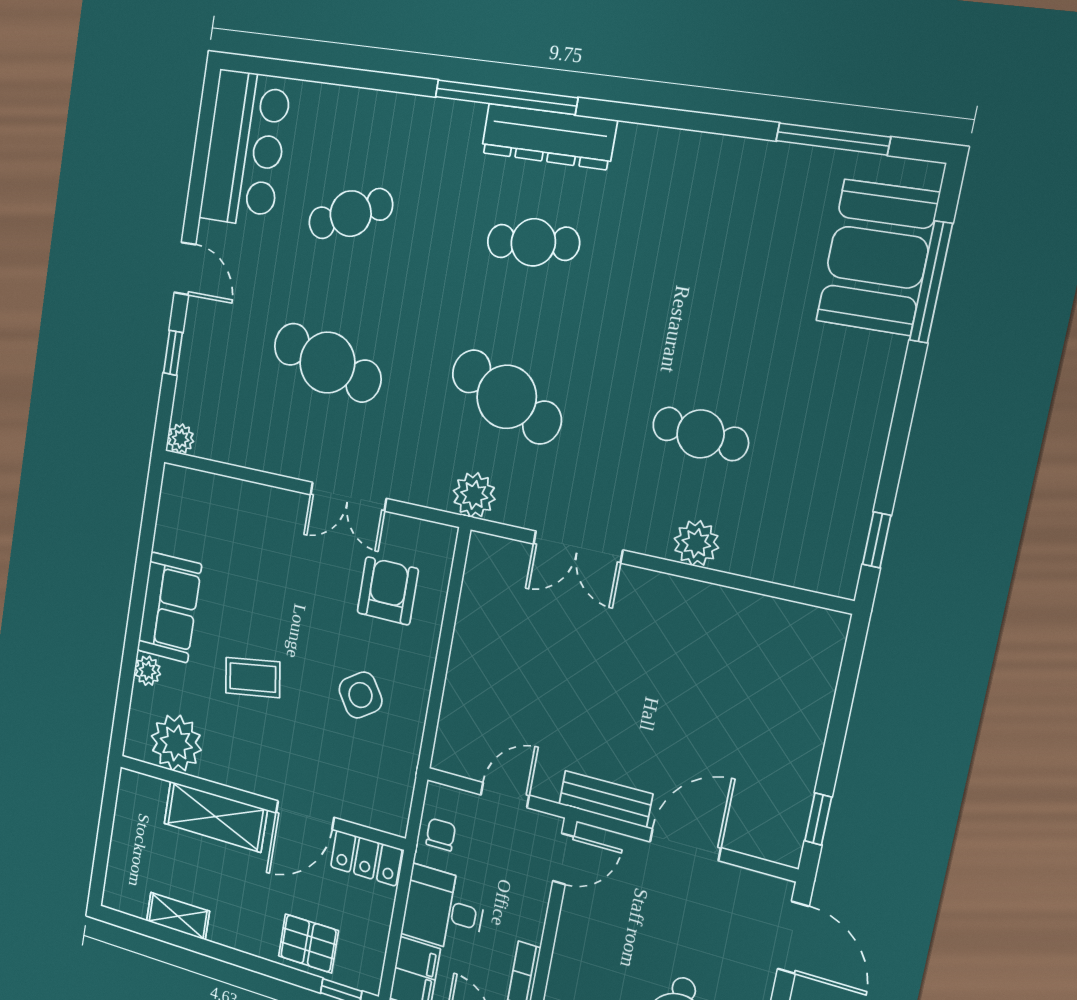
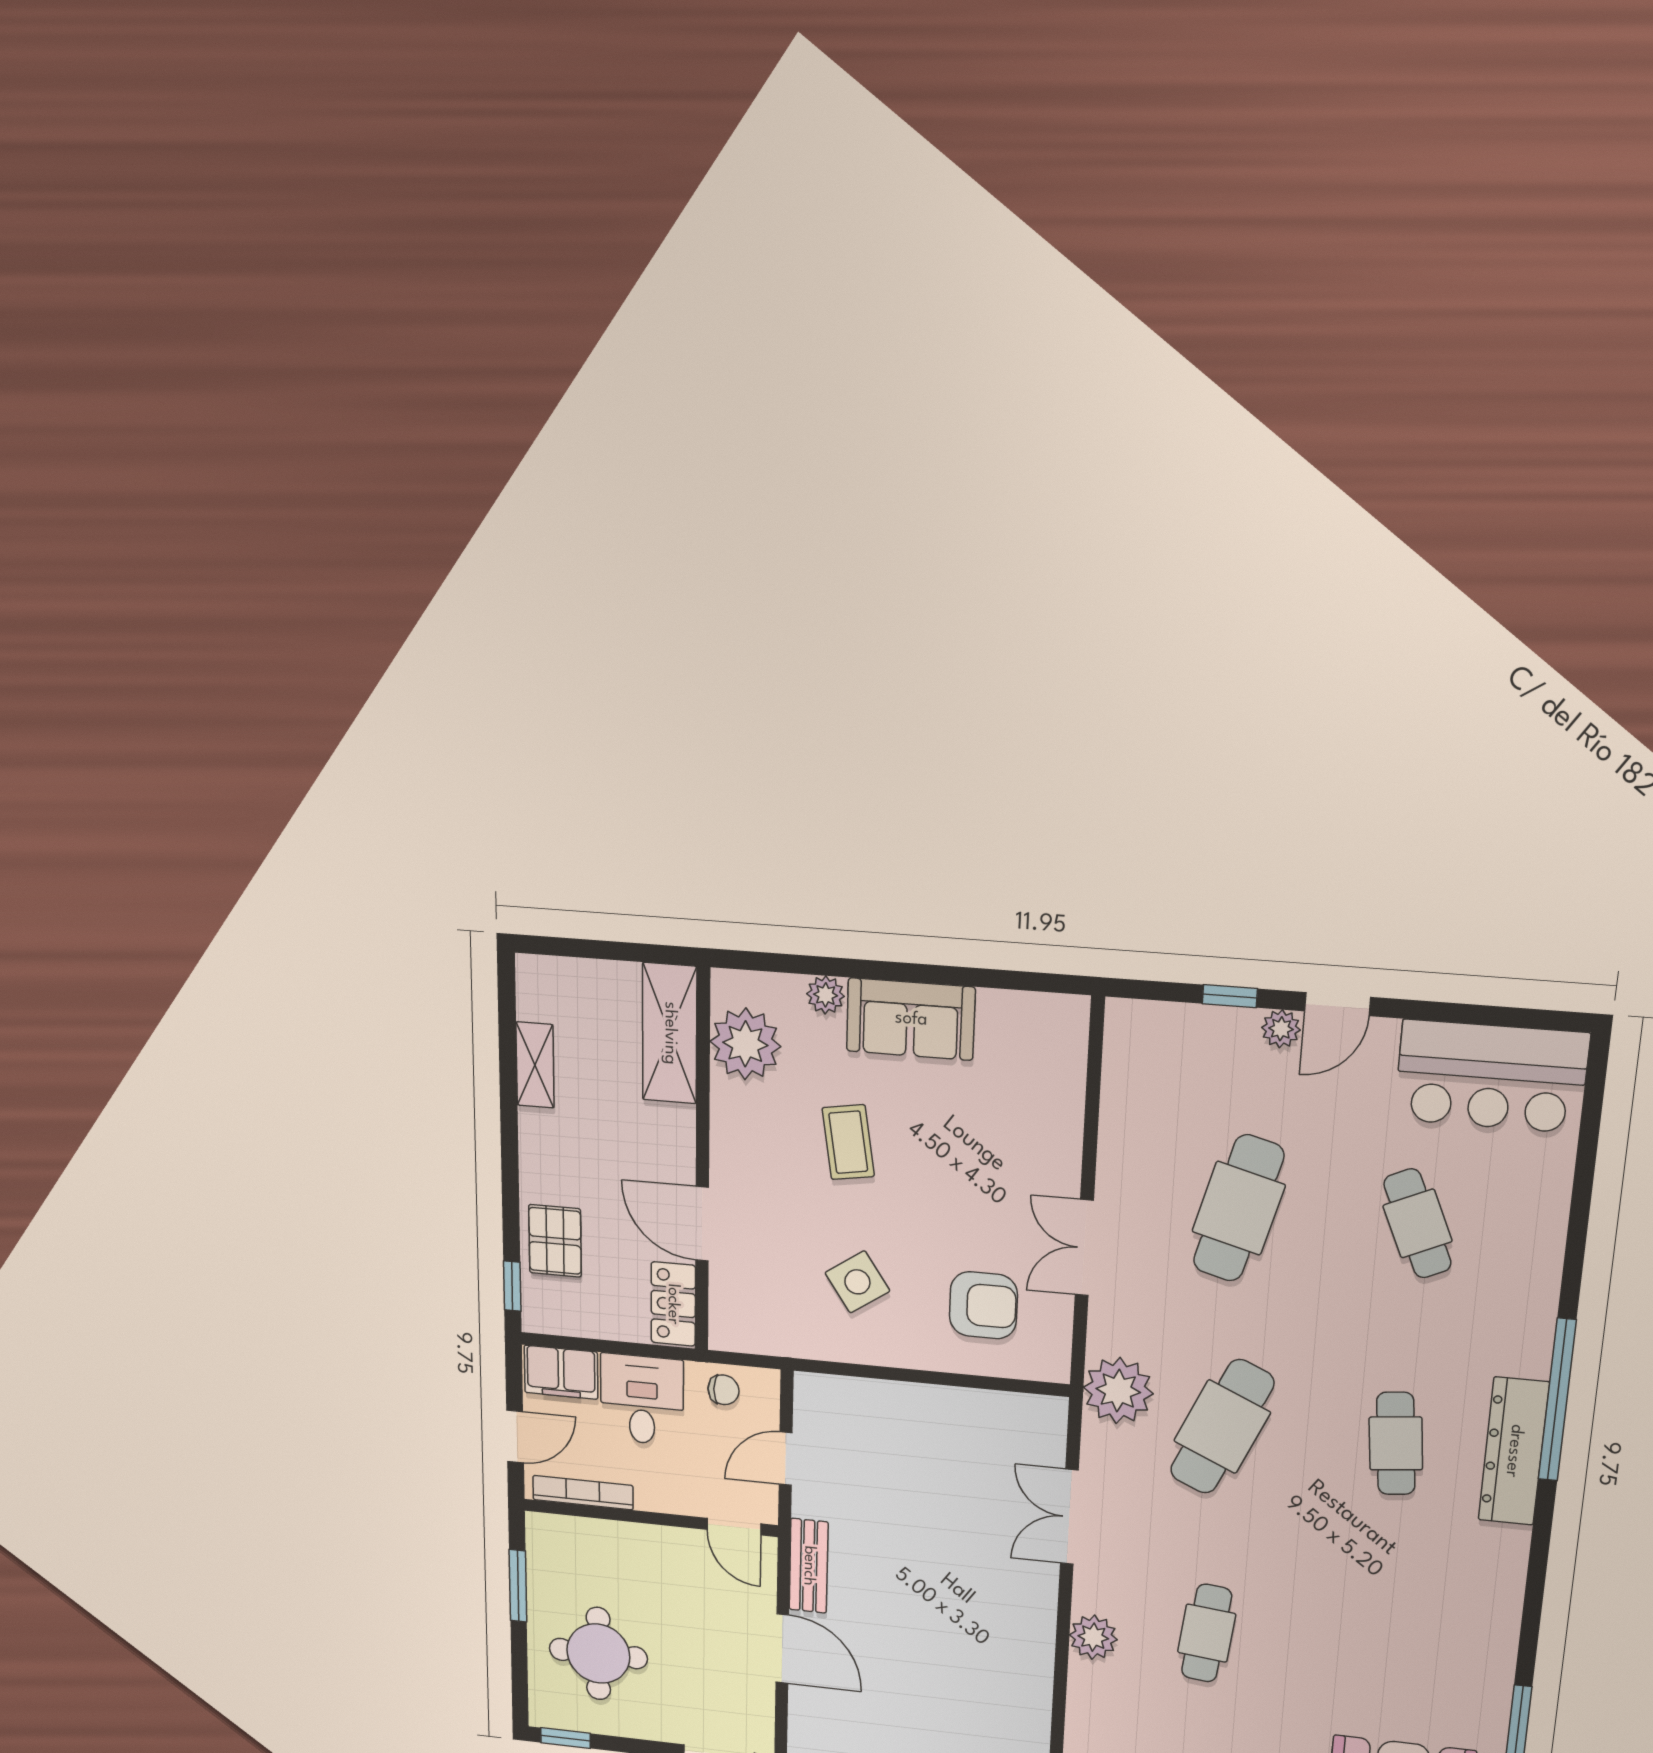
plant: (181, 439) -> (1281, 1029), moved
plant: (474, 495) -> (1118, 1390), width x1.36, depth x1.36
door: (505, 795) -> (786, 1459), swing flipped
shelving: (215, 817) -> (670, 1033), moved

